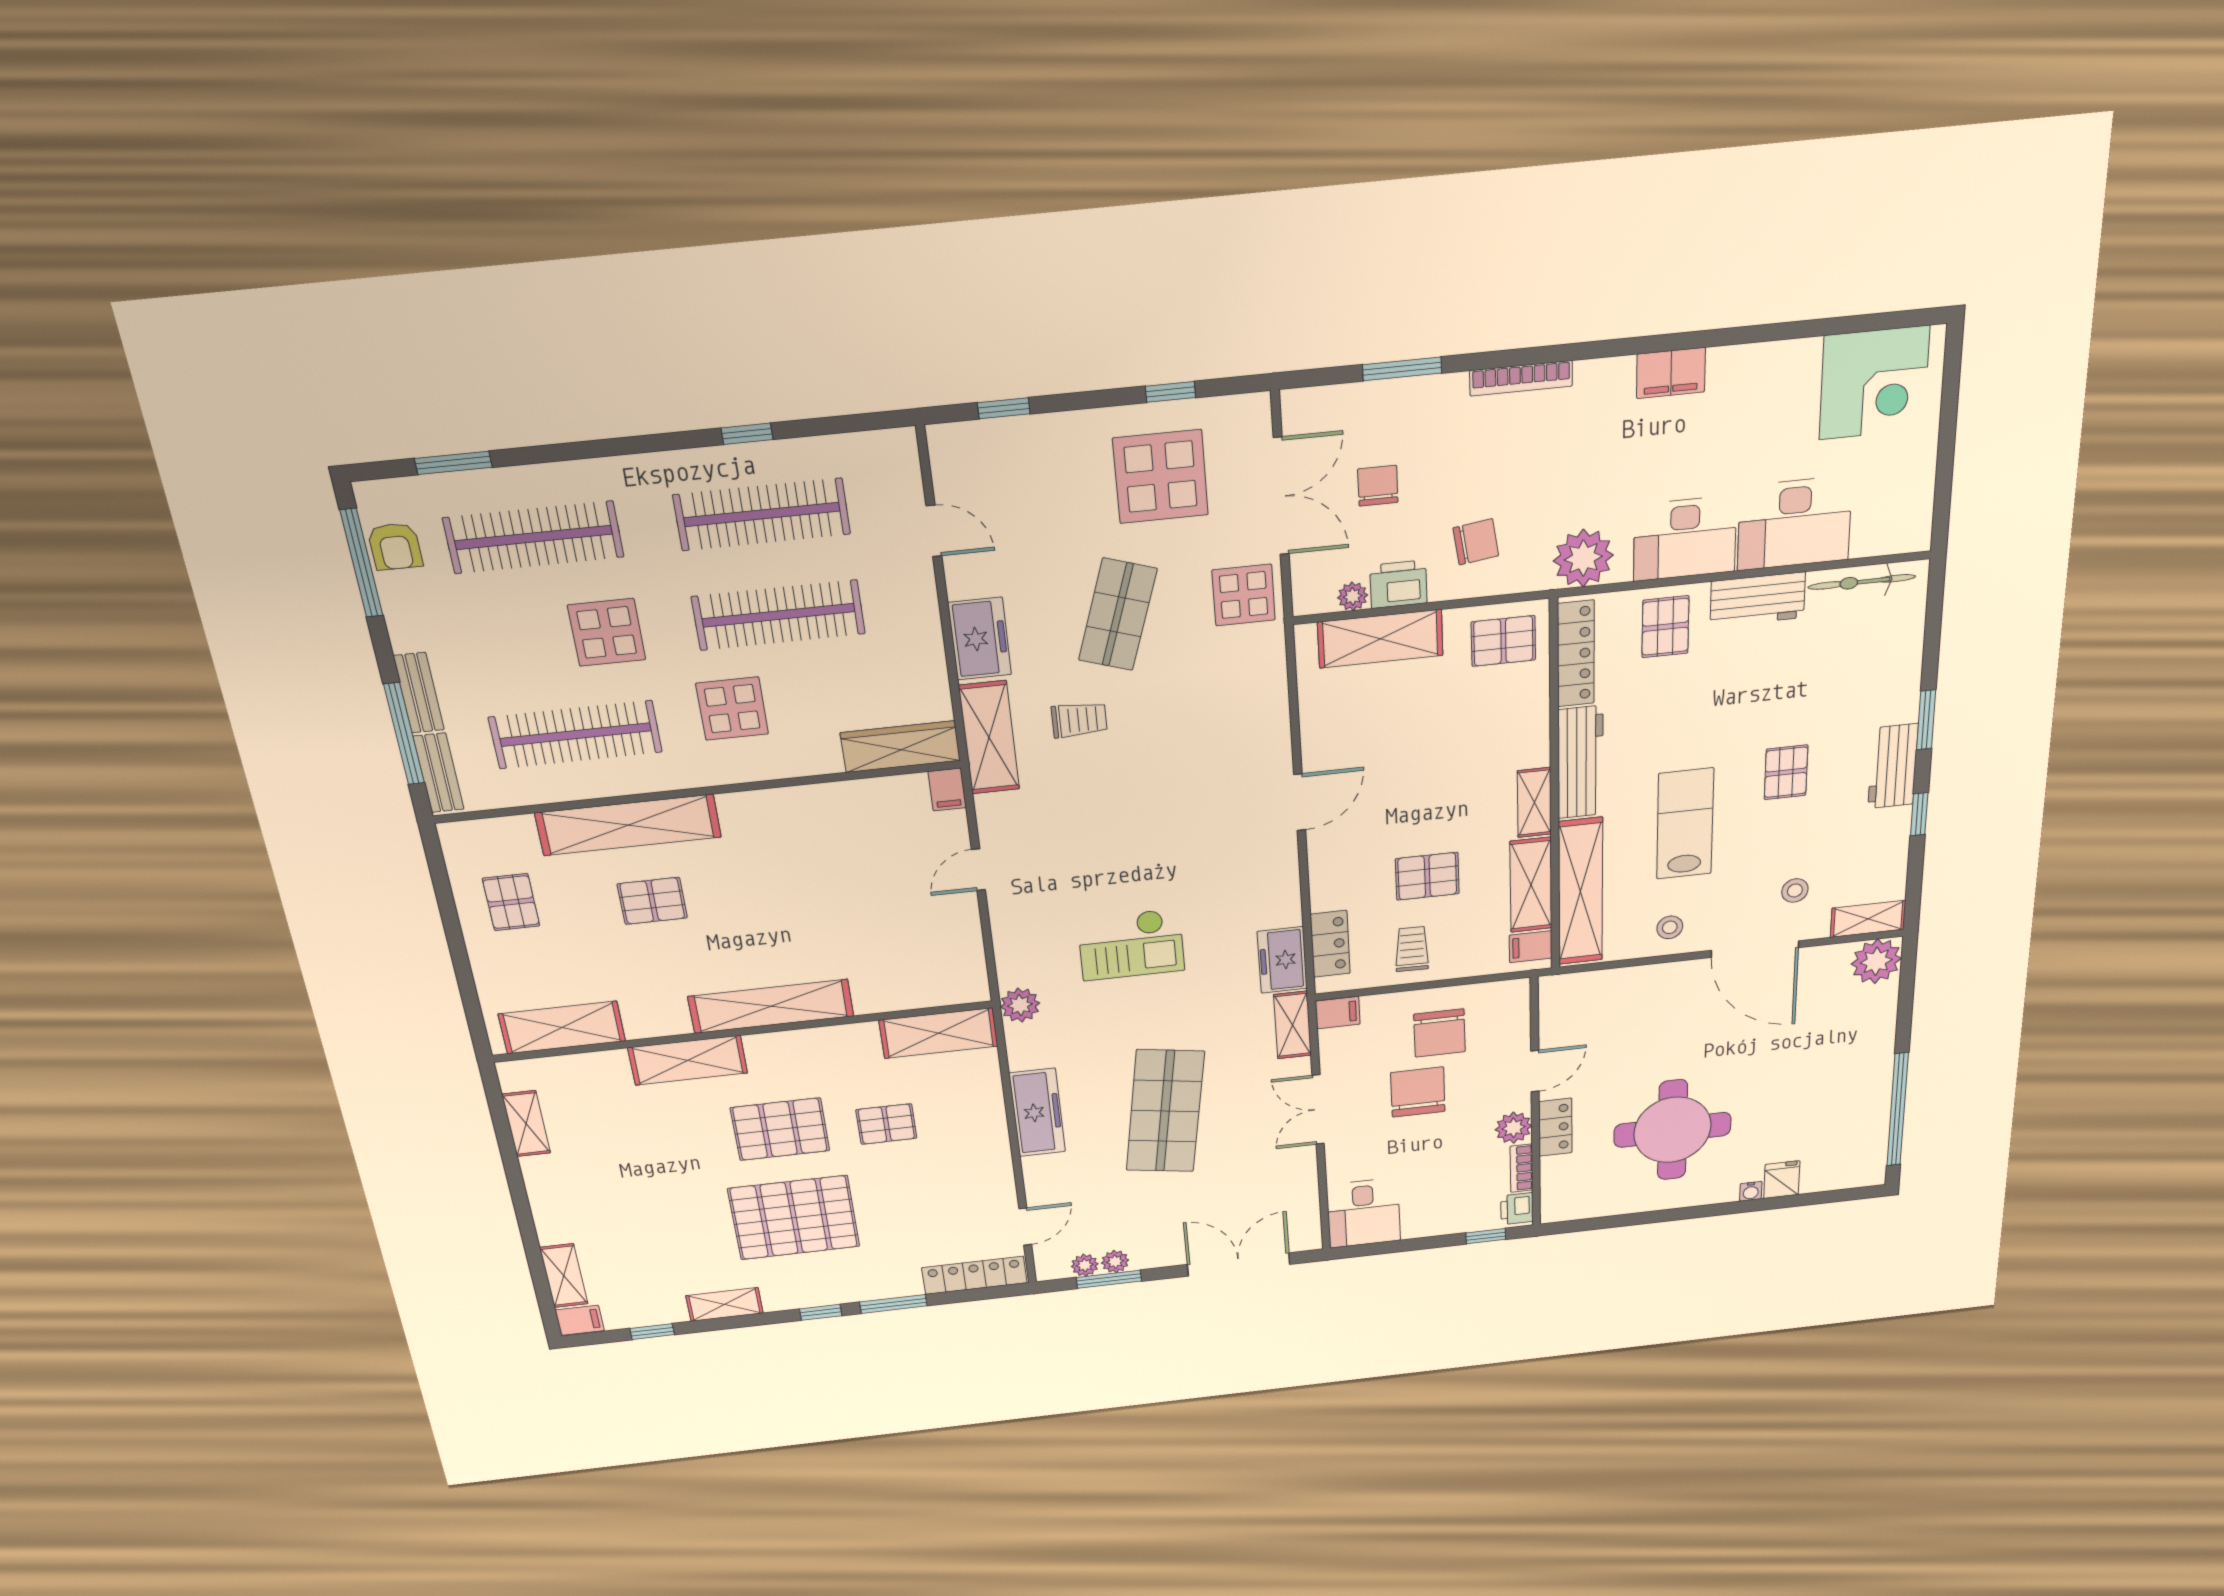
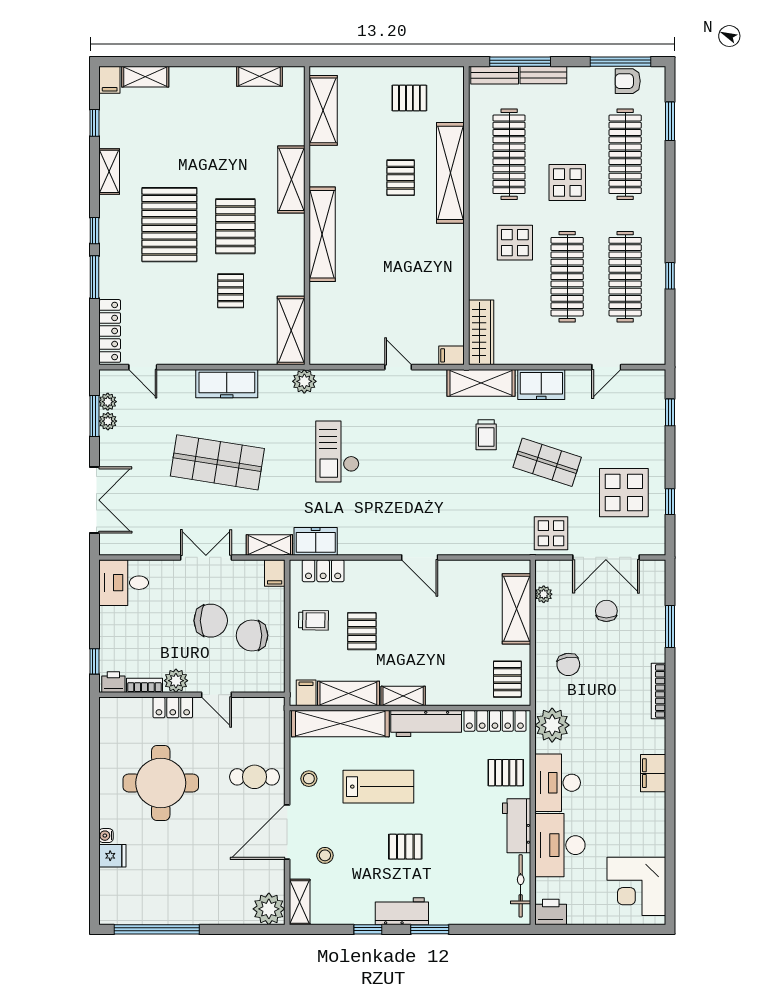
chair: (1378, 486) -> (606, 611), turned -90
printer: (1398, 584) -> (551, 912), moved, turned -90
cafe table: (1665, 1004) -> (255, 777), added

